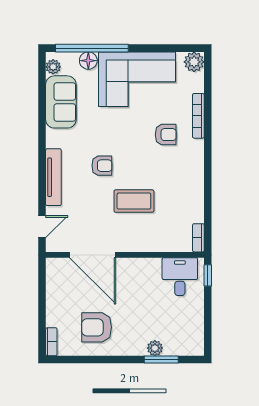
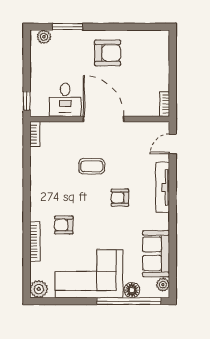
coffee table: (134, 201) -> (92, 166), width x0.73, depth x0.77
door: (93, 255) -> (104, 119), moved
desk: (180, 277) -> (65, 100), moved
armchair: (97, 327) -> (108, 53), moved
bookcase: (51, 342) -> (164, 104), moved
plant: (155, 348) -> (44, 37), moved

